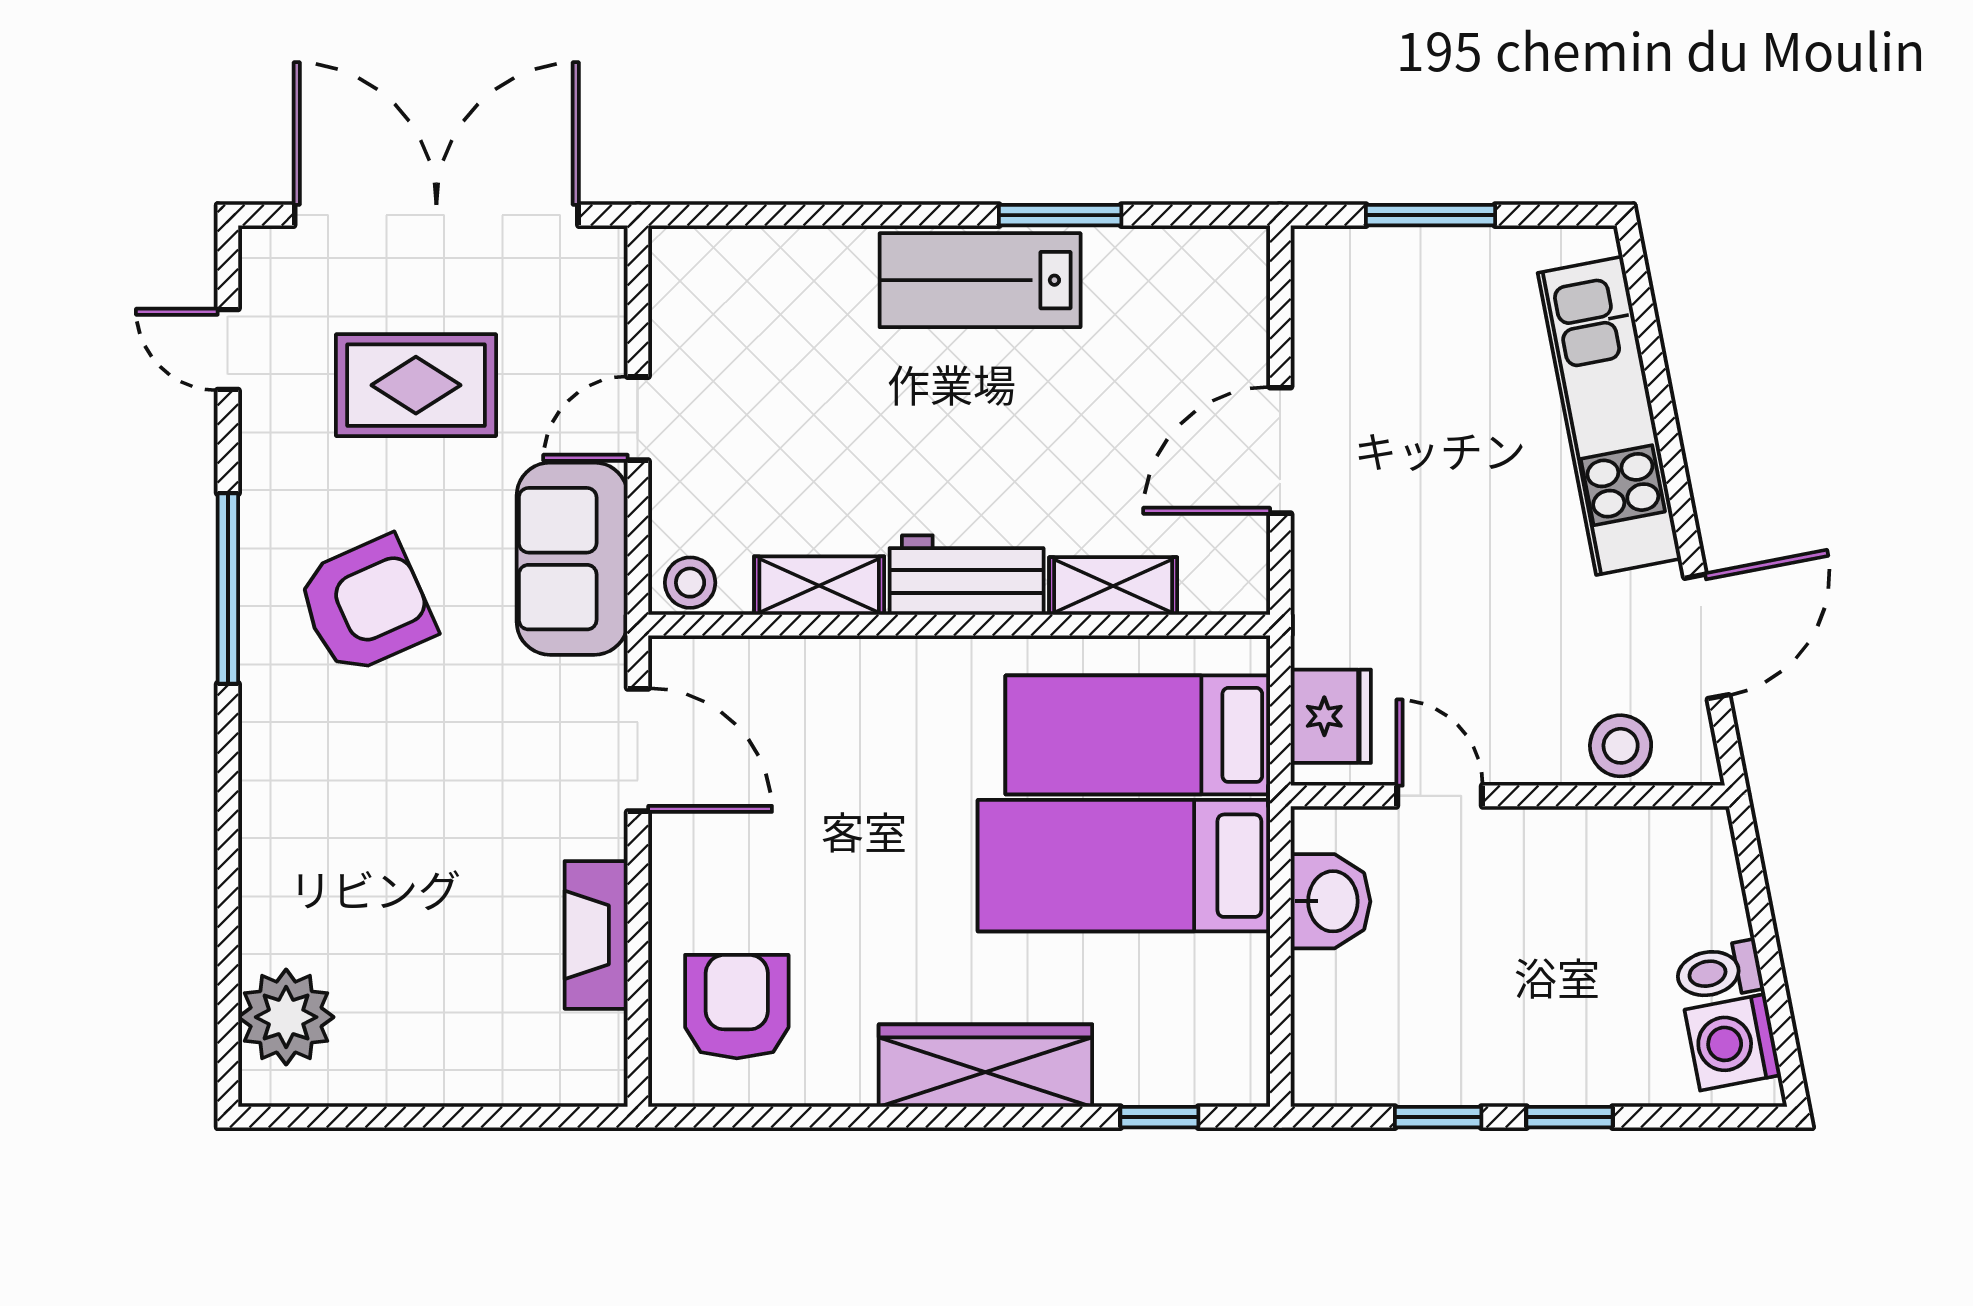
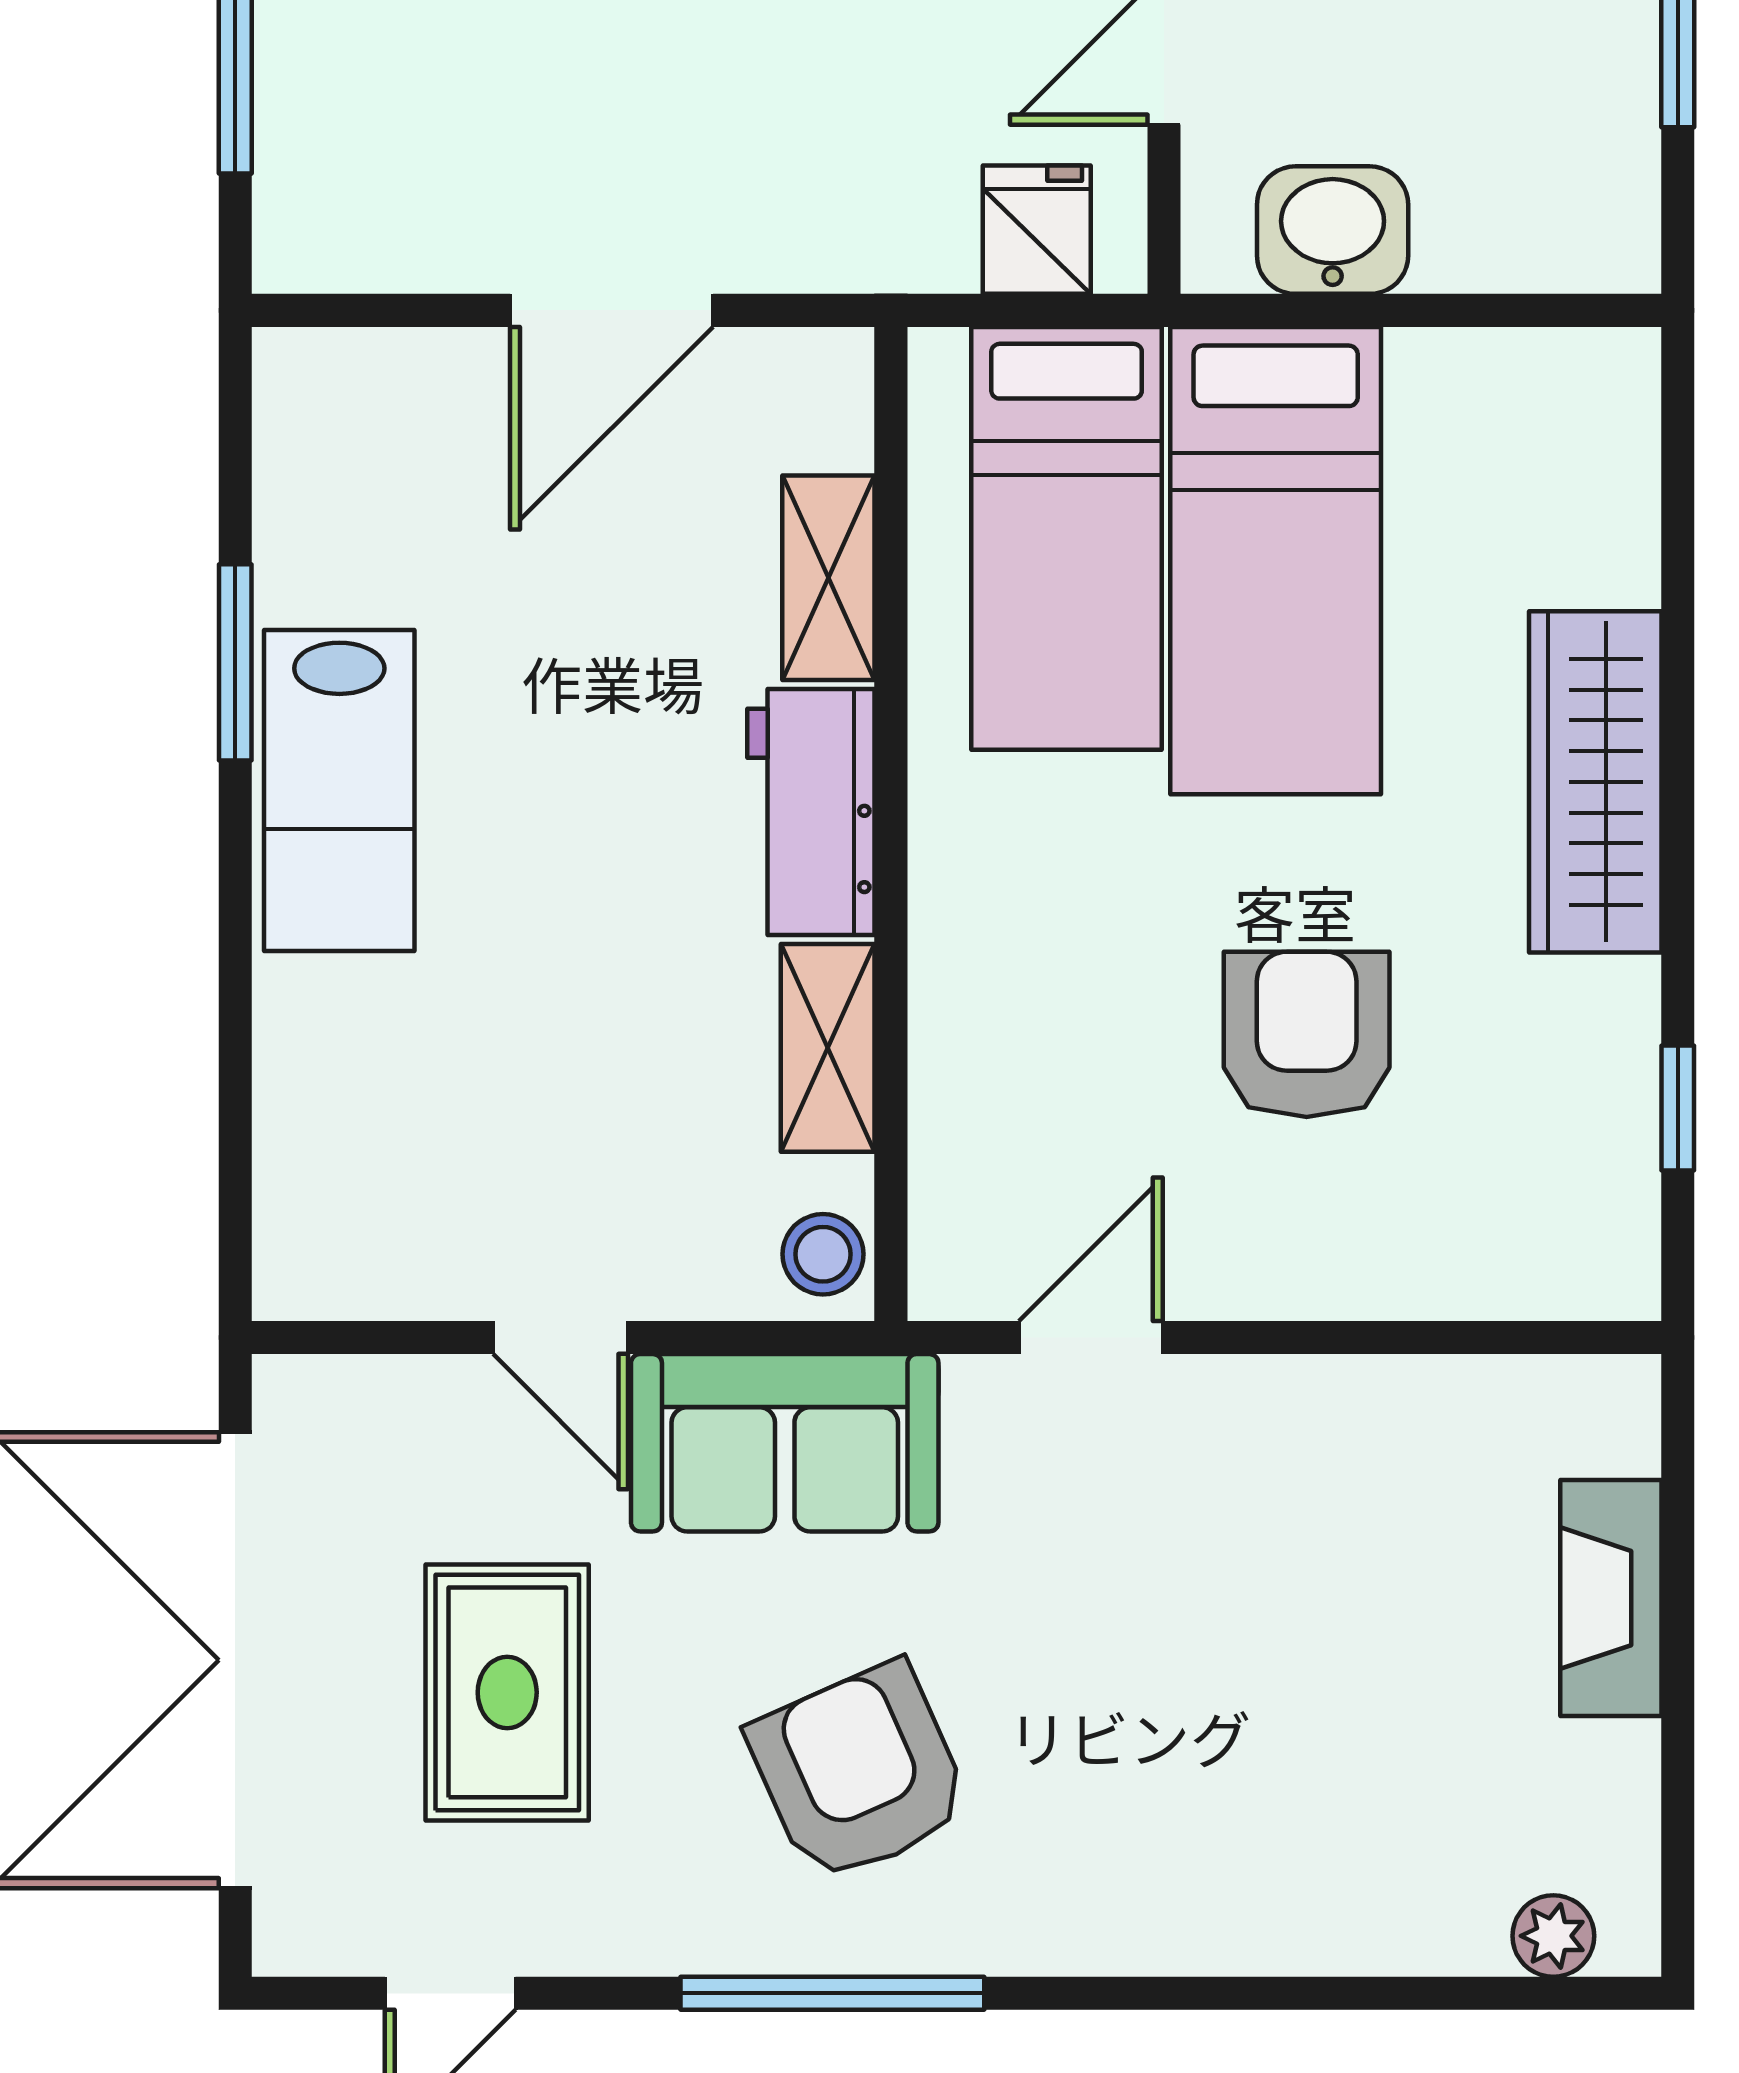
door: (1280, 450) -> (612, 310), hinge flipped
fridge: (1331, 716) -> (1037, 230), width x0.72
door: (638, 750) -> (1091, 1338), width x0.73
fireplace: (596, 935) -> (1611, 1598), moved, turned 90
armchair: (737, 1007) -> (1307, 1034), moved, turned 90
plant: (286, 1017) -> (1553, 1936), width x0.53, depth x0.53
window: (1159, 1117) -> (1678, 1108), moved

